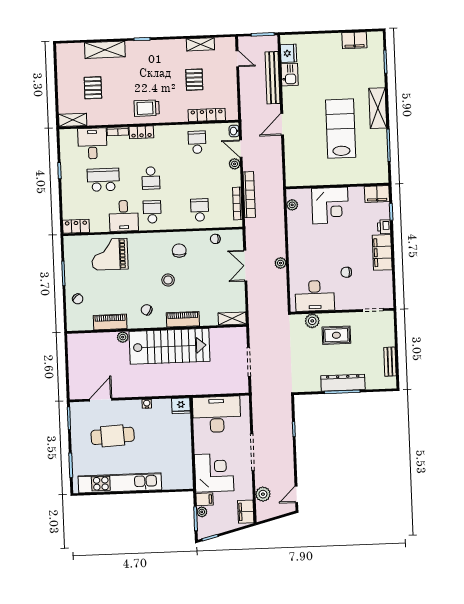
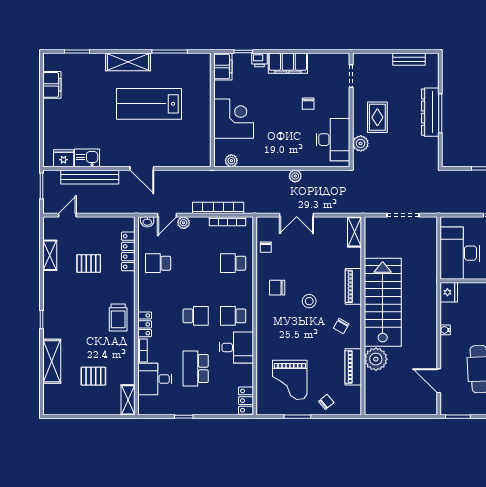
grand piano: (110, 254) -> (290, 380), moved
plant: (123, 337) -> (376, 359), width x1.88, depth x1.88

